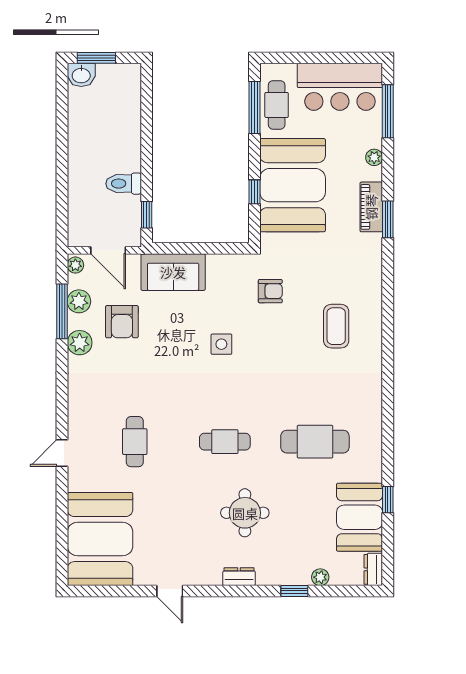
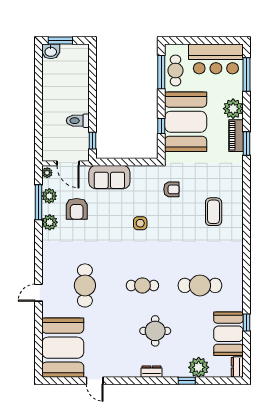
plant: (374, 157) -> (233, 109), width x1.87, depth x1.87
cafe table: (135, 442) -> (85, 285), width x1.37, depth x1.35
plant: (320, 577) -> (199, 367), width x1.88, depth x1.88
door: (170, 591) -> (95, 381), moved

